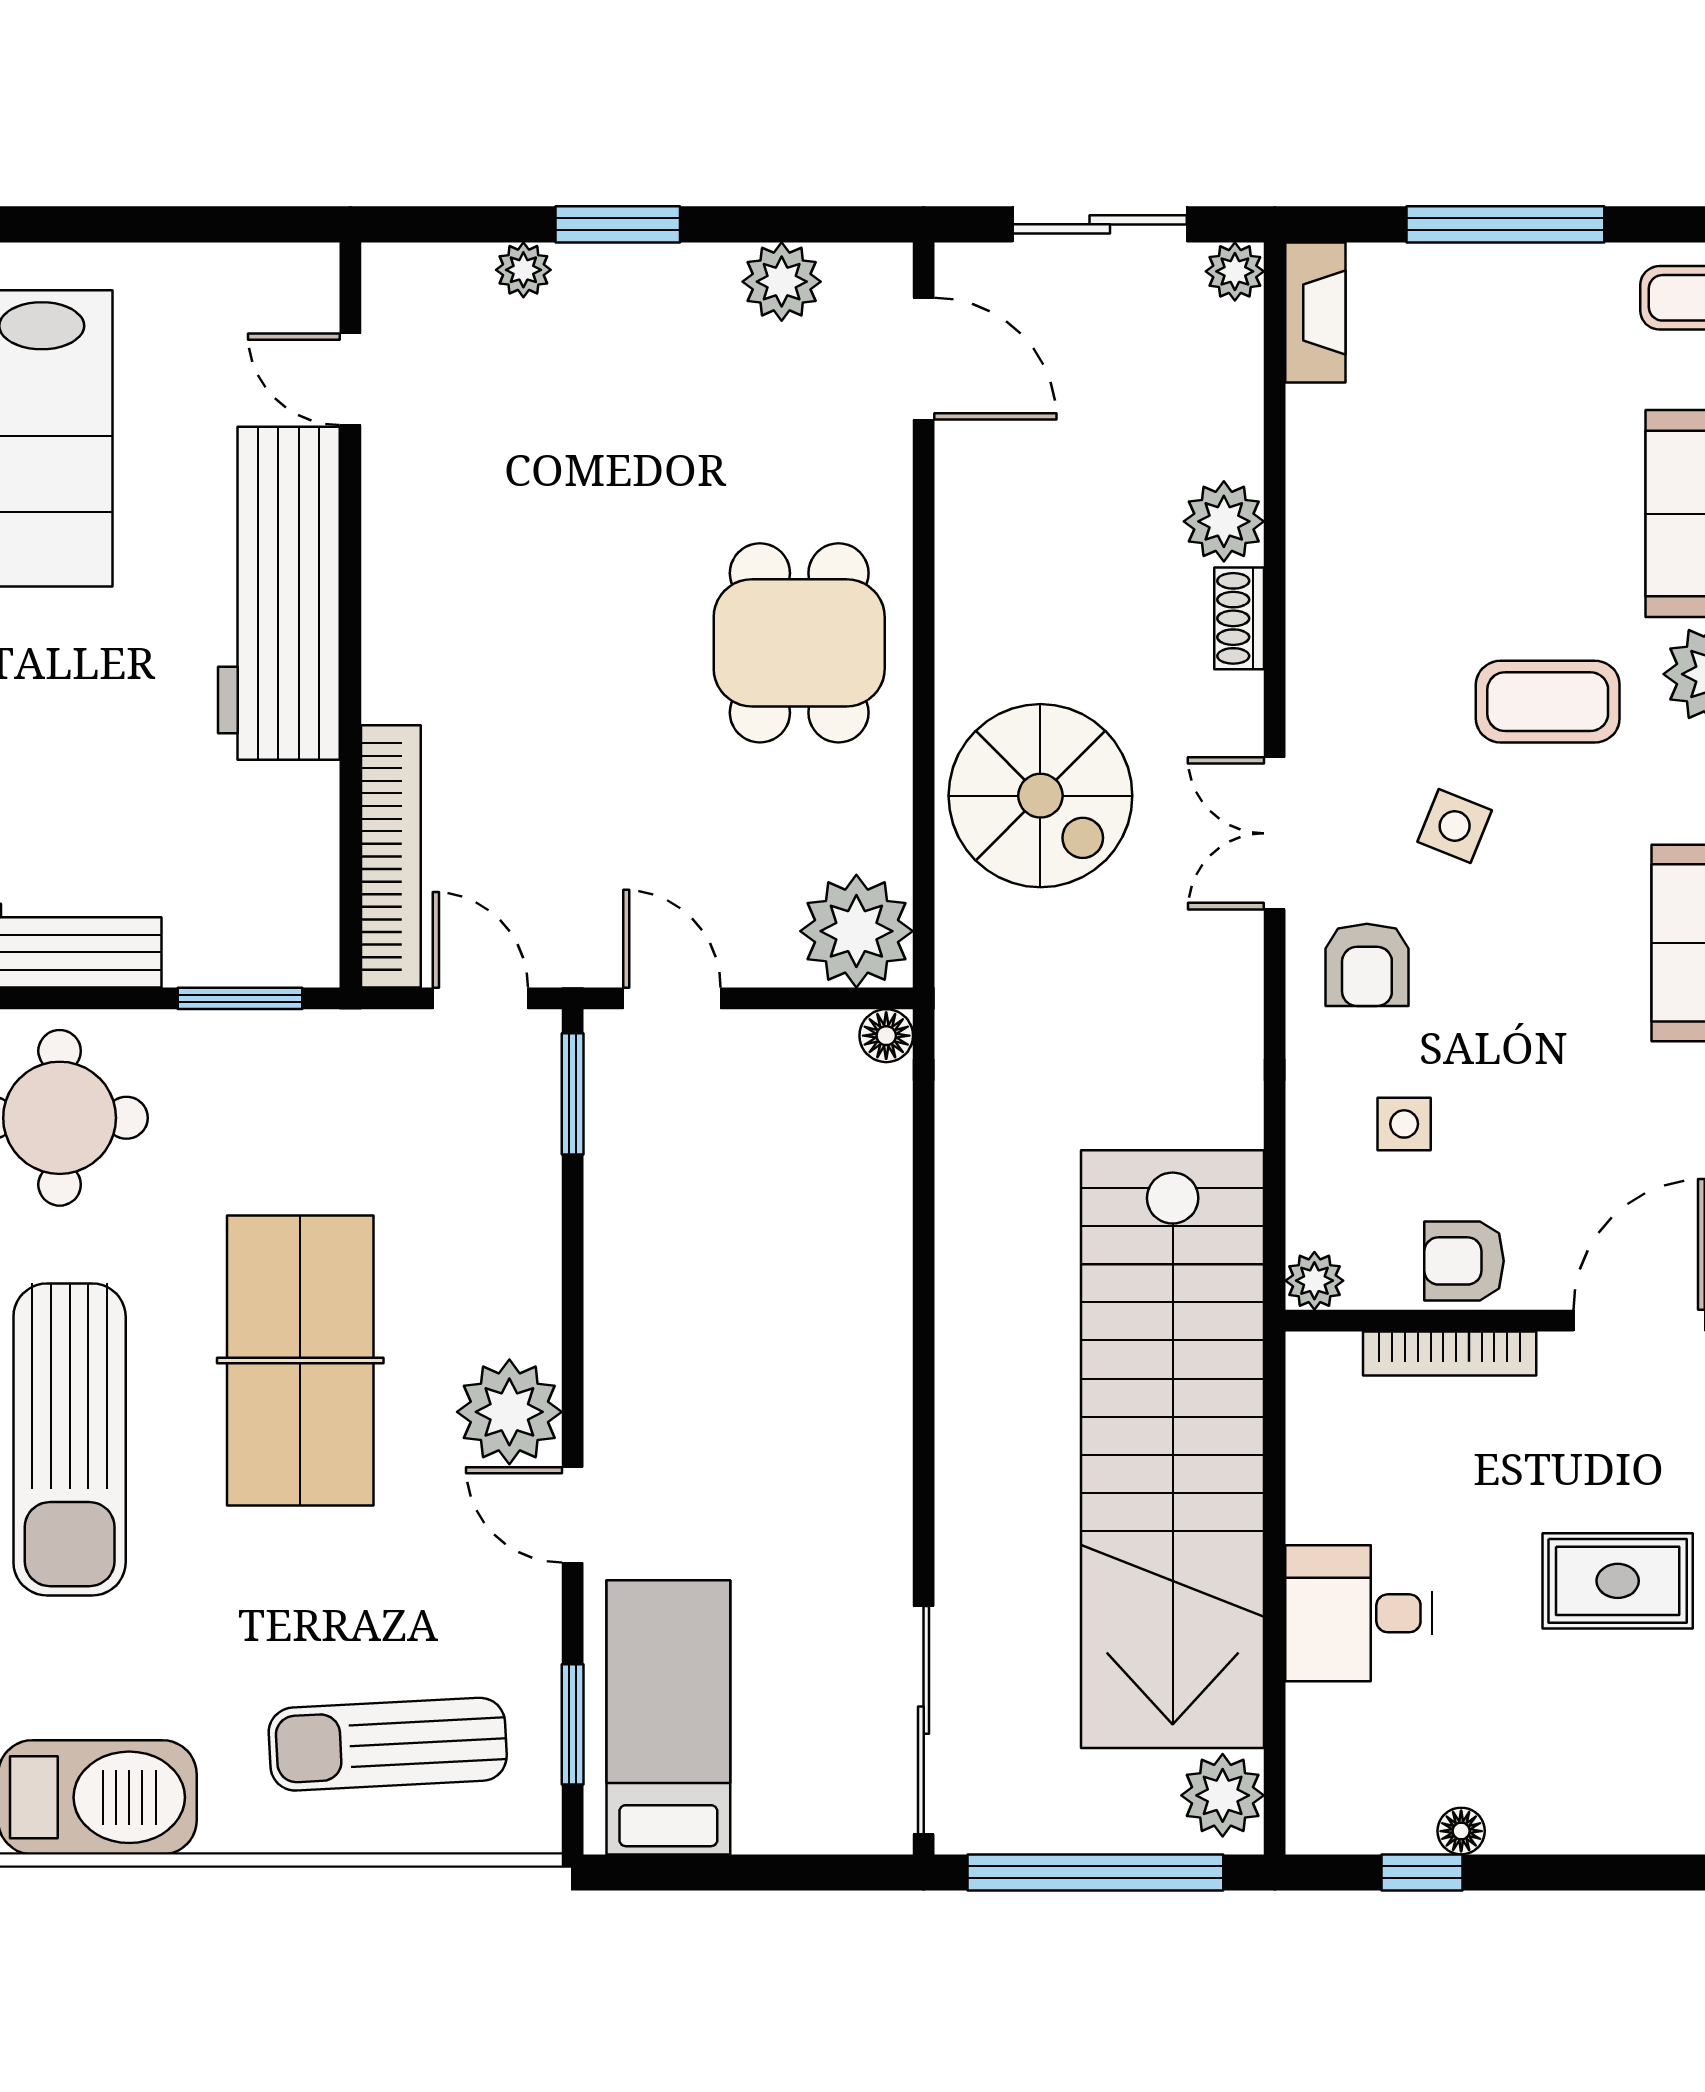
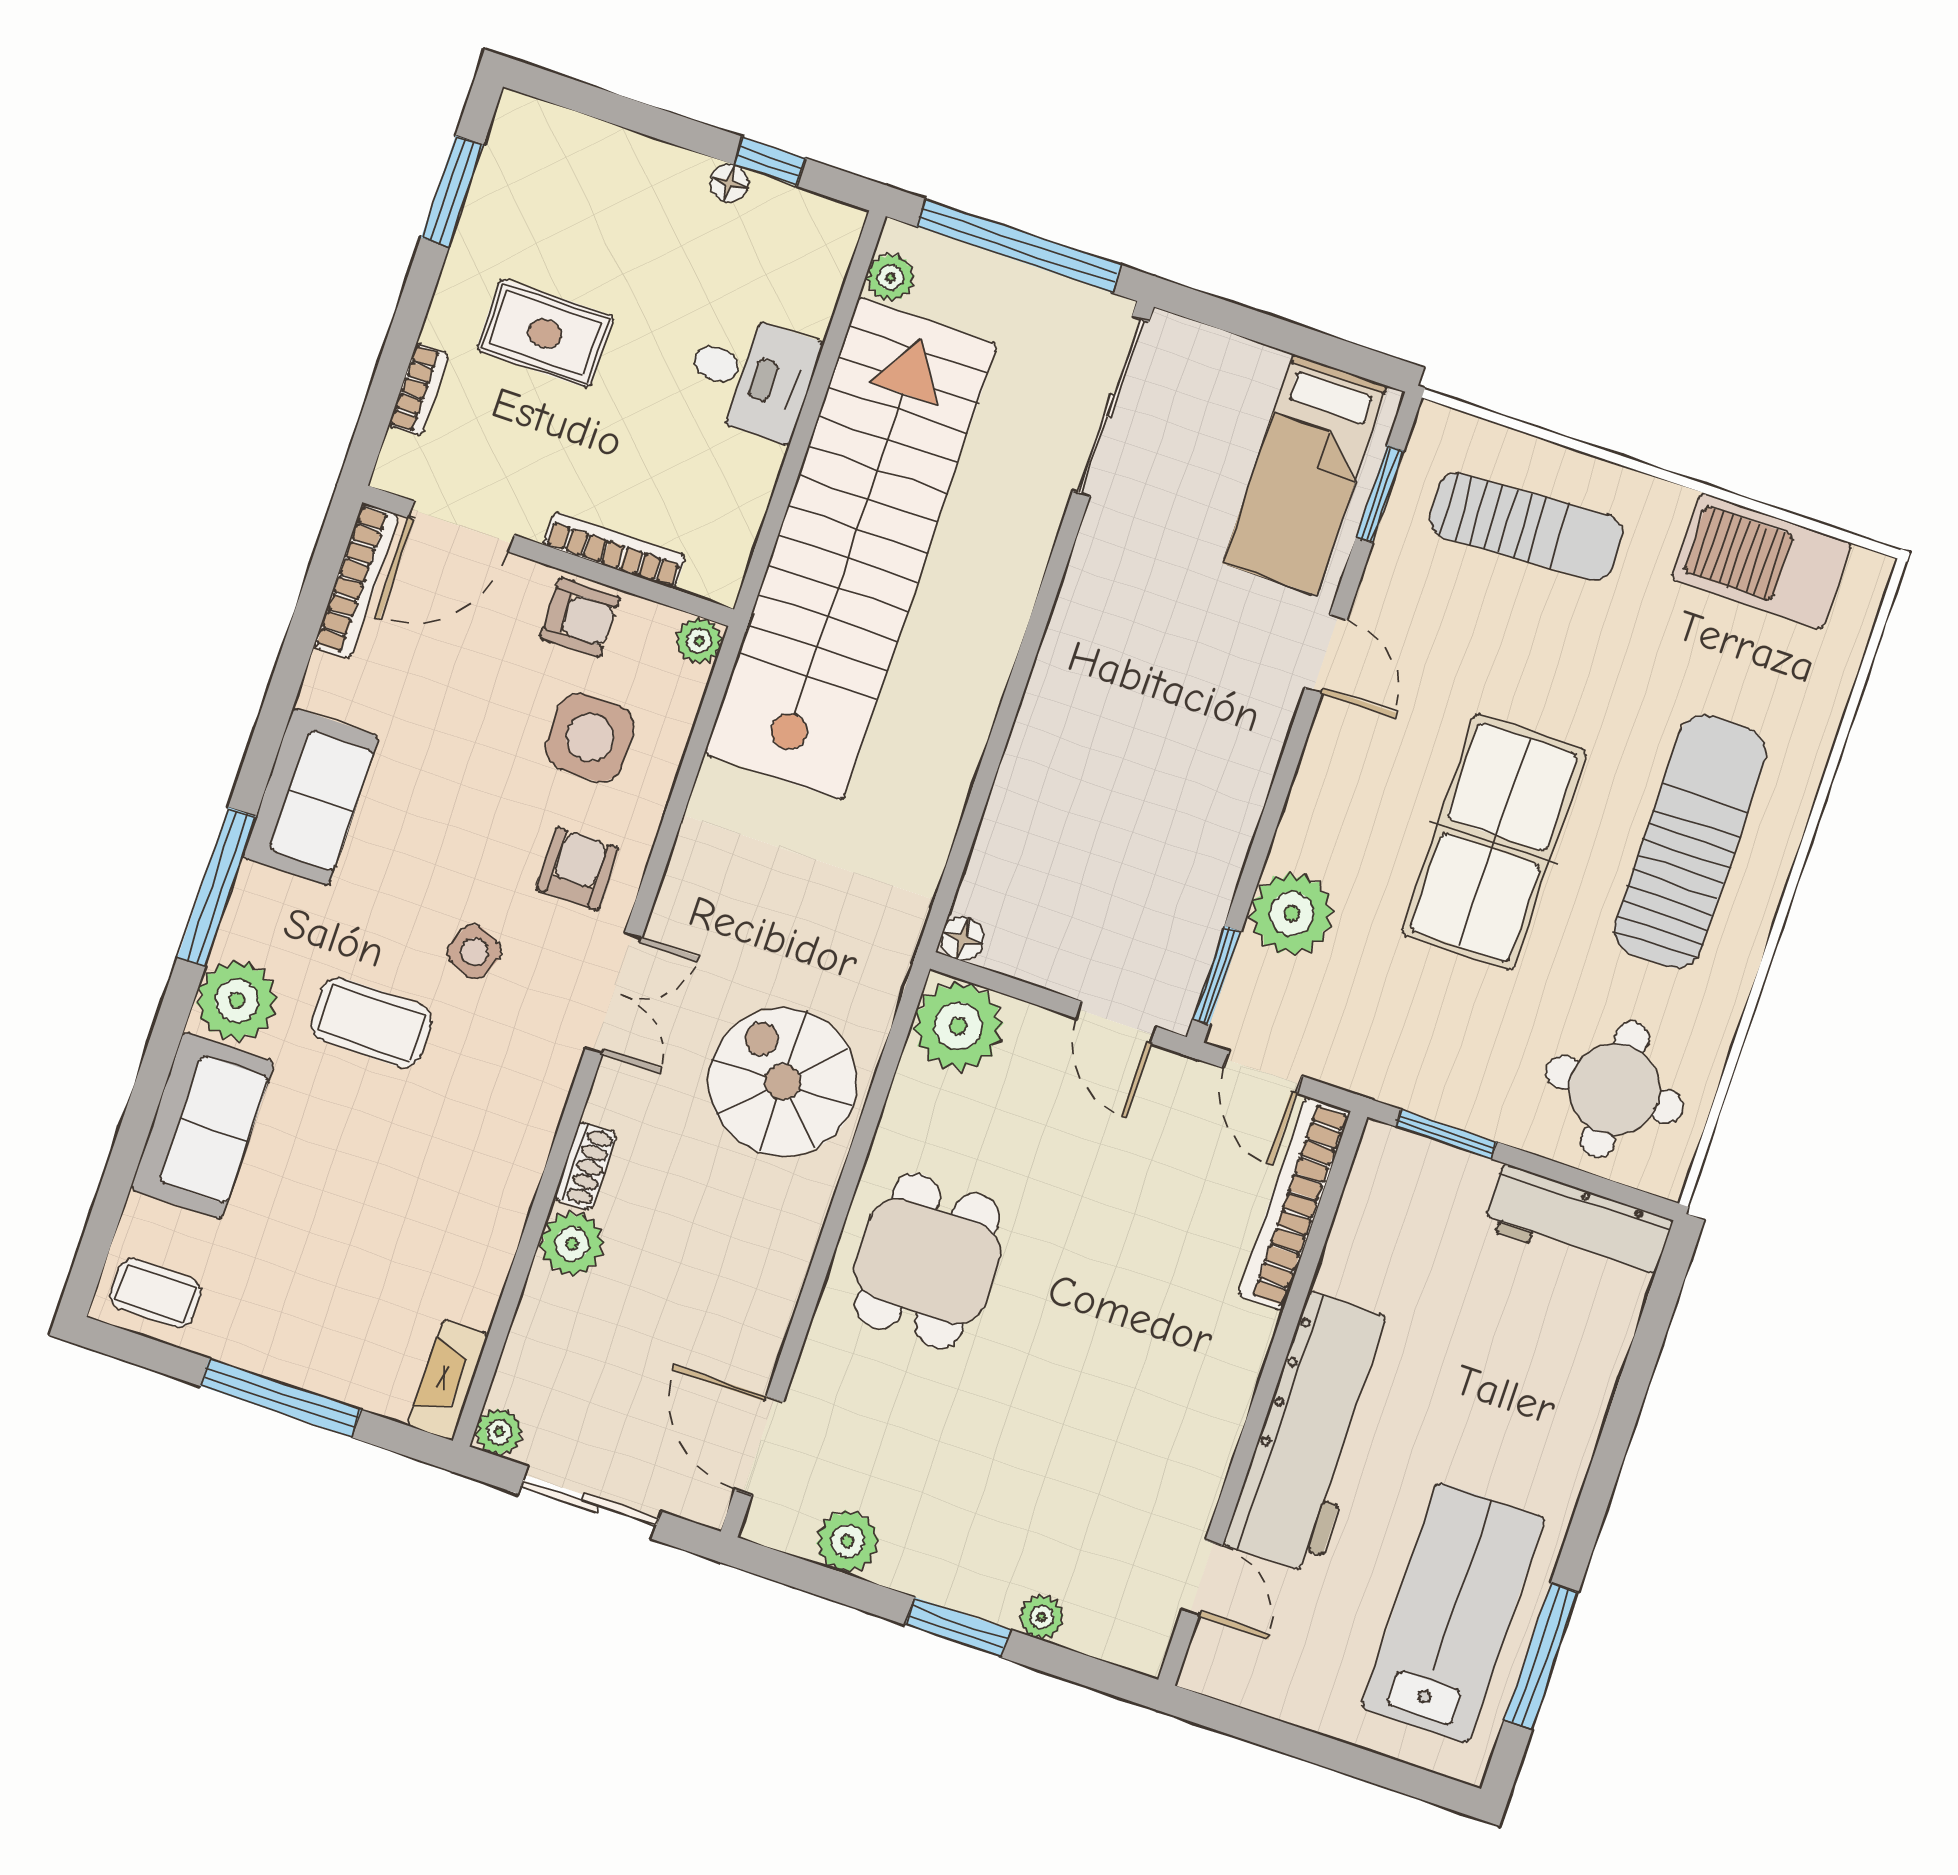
side table: (1404, 1124) -> (590, 737), width x1.87, depth x1.87
plant: (509, 1412) -> (1292, 914), moved
plant: (1223, 1795) -> (891, 277), width x0.73, depth x0.73

